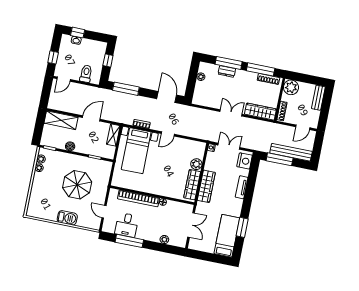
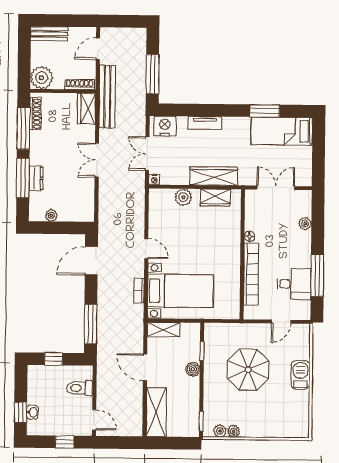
wardrobe: (261, 112) -> (87, 109), width x0.67
door: (303, 127) -> (98, 49), swing flipped
boiler: (70, 146) -> (193, 369), moved
bench: (291, 152) -> (107, 97), moved
wardrobe: (192, 185) -> (215, 198), width x0.67

